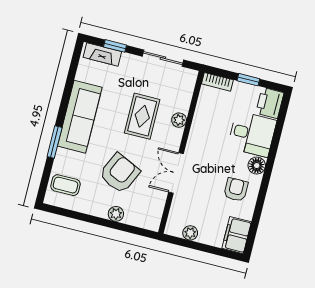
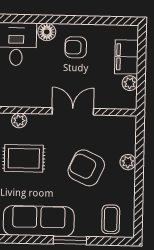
double door: (176, 173) -> (73, 111), swing flipped
filing cabinet: (237, 235) -> (126, 57), moved, turned 90

